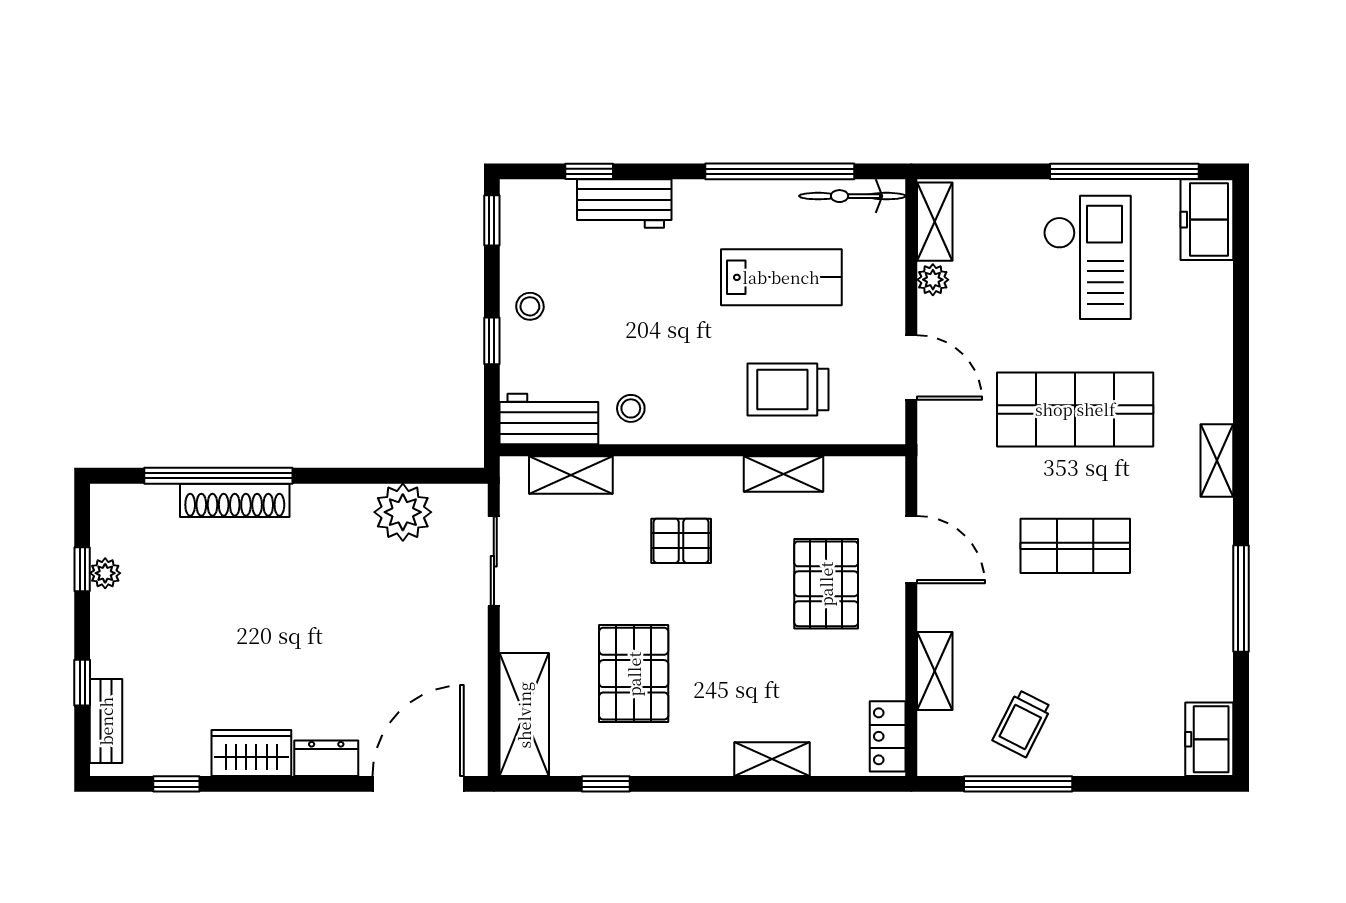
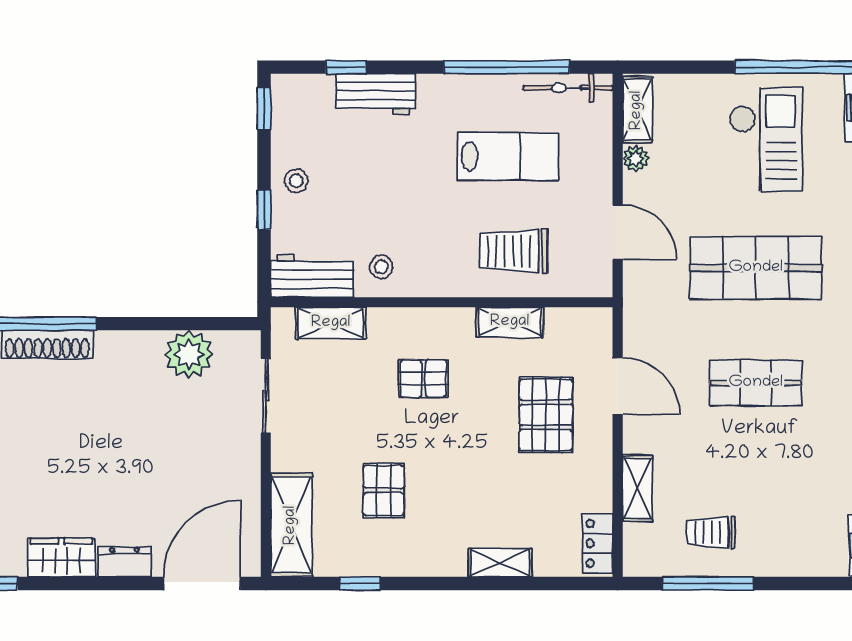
pallet: (634, 674) -> (384, 490), width x0.67, depth x0.71
trolley: (1022, 723) -> (711, 532), turned 63

